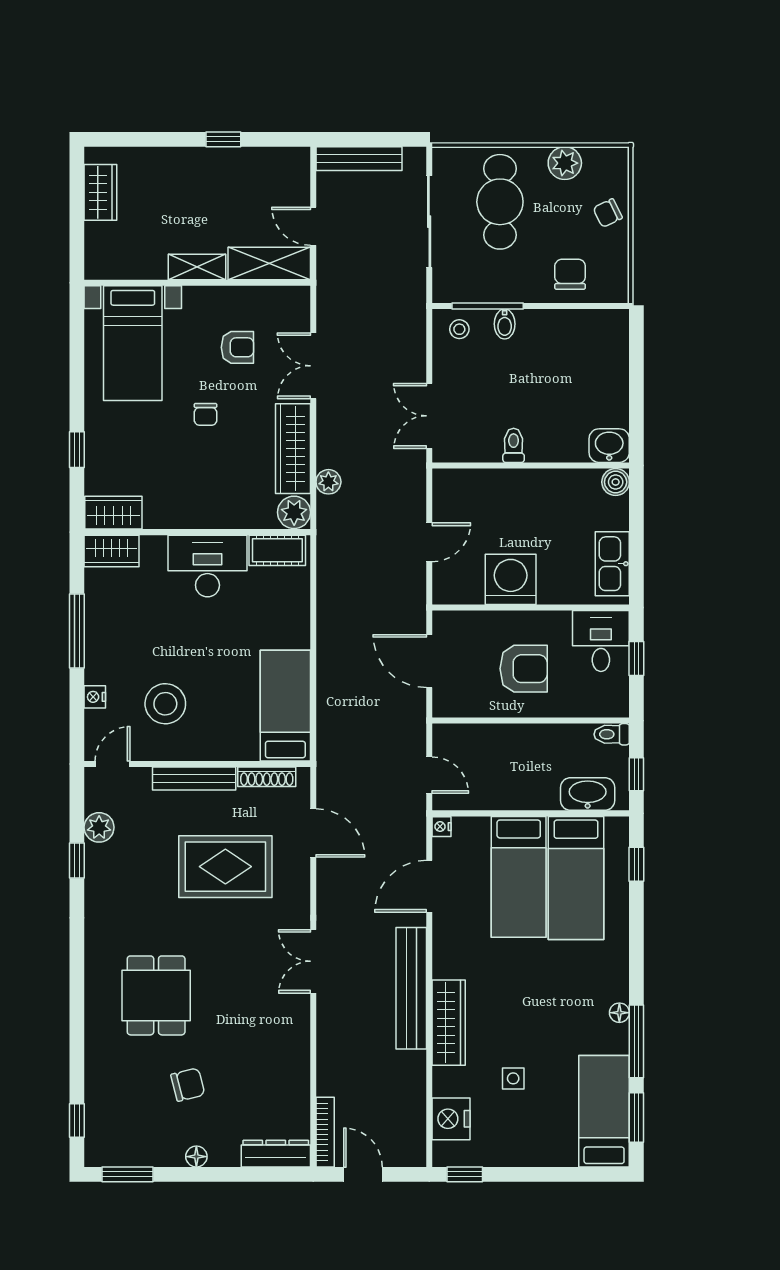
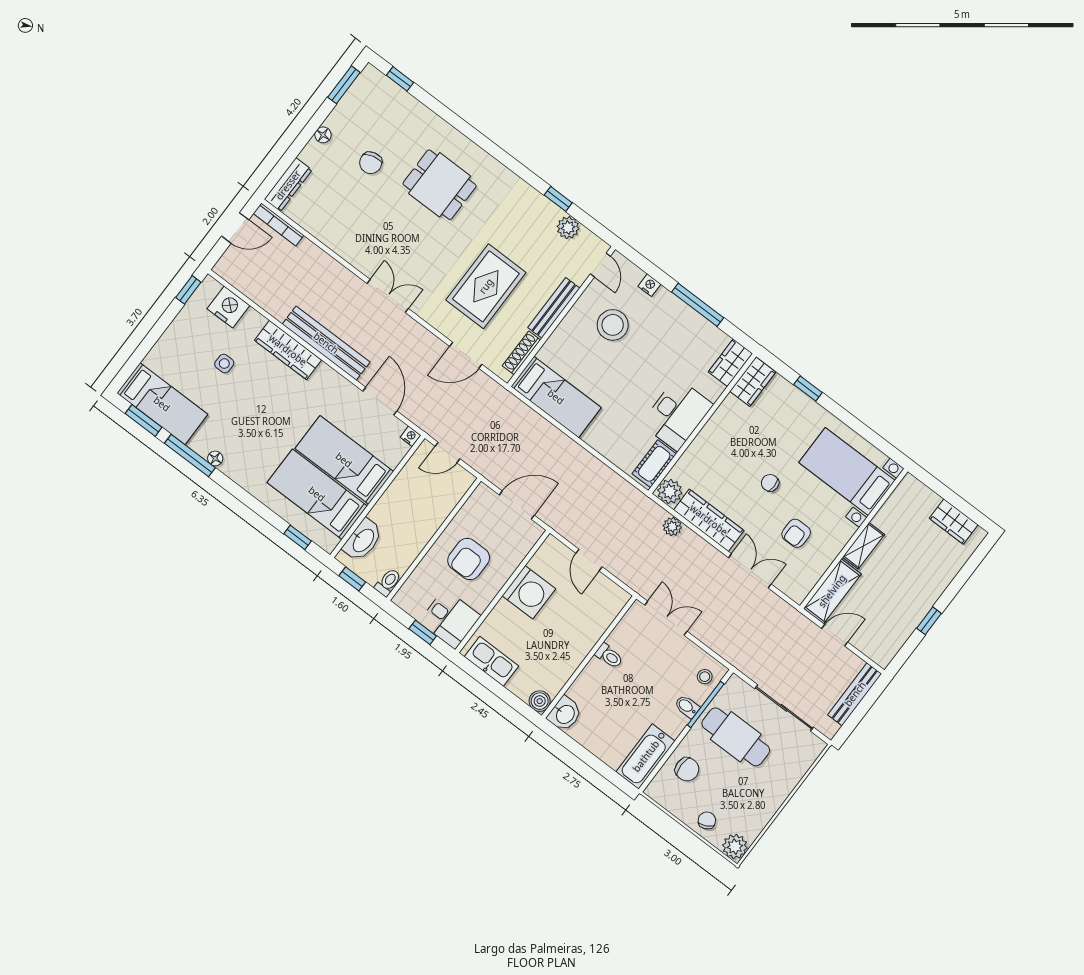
plant: (565, 163) -> (735, 847), moved
cafe table: (500, 202) -> (736, 737), moved
bathtub: (590, 328) -> (646, 756), added

